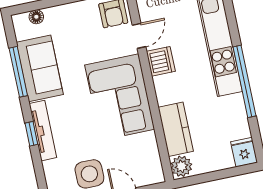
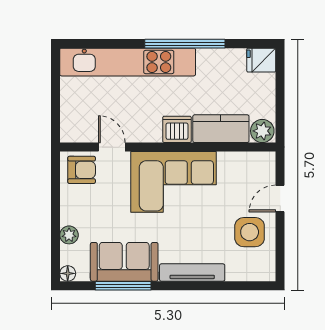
plant: (53, 14) -> (69, 235), added
floor lamp: (36, 17) -> (68, 273), moved
dishwasher: (161, 61) -> (177, 129), moved
window: (31, 134) -> (193, 286), removed

